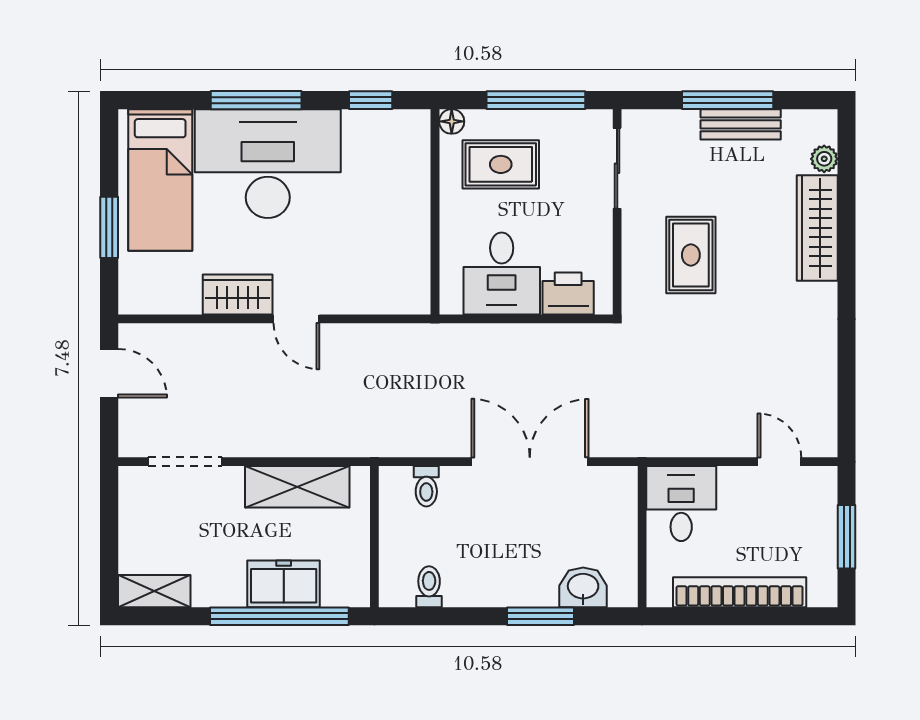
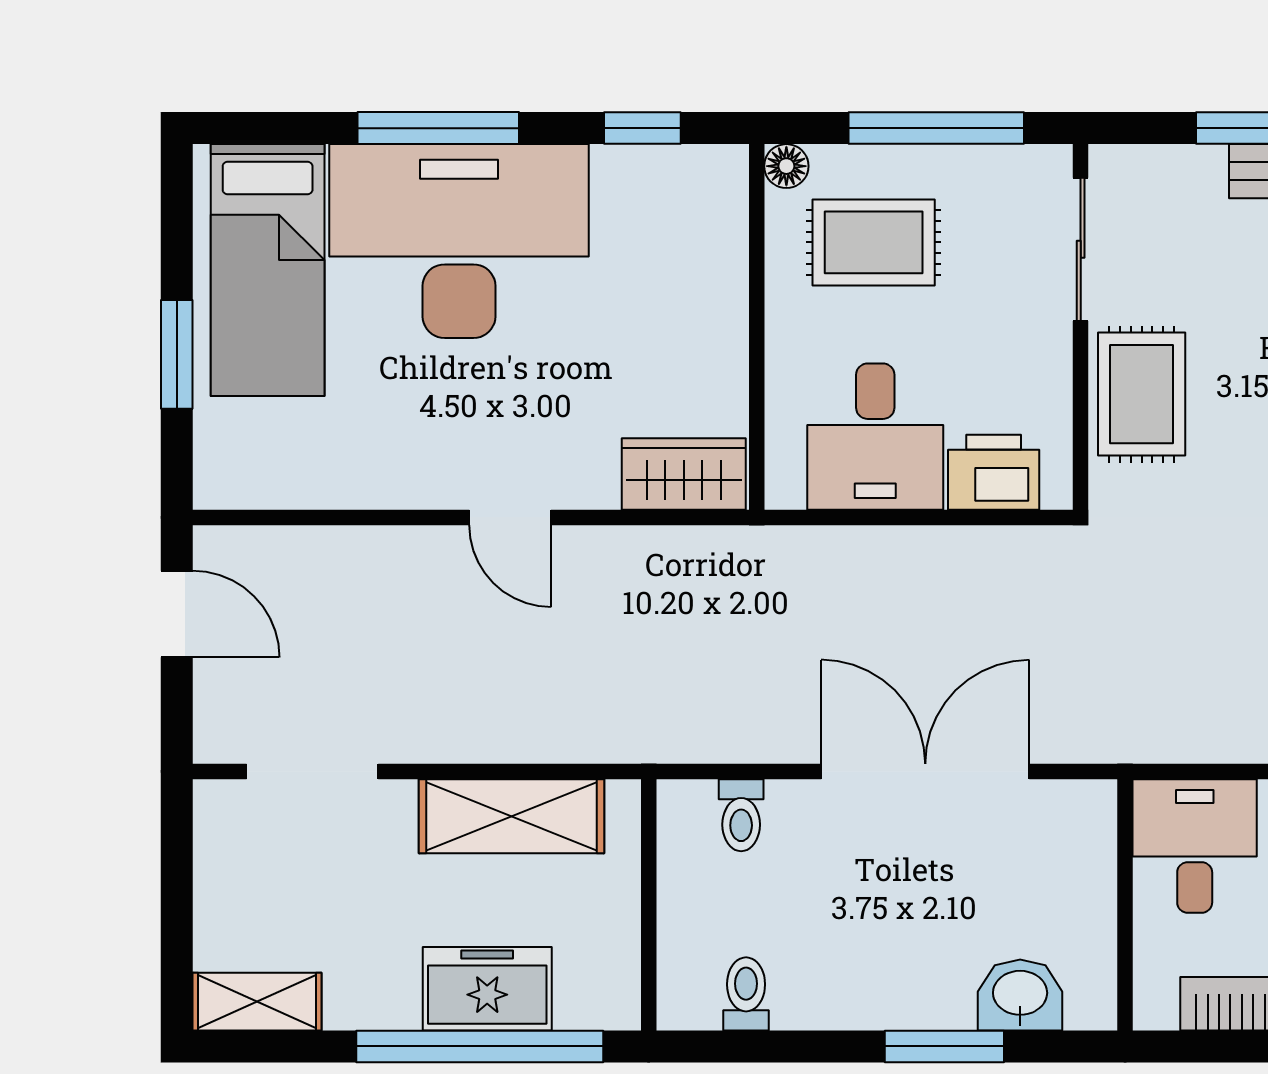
rug: (691, 255) -> (1142, 394), moved
wardrobe: (238, 295) -> (684, 474), moved

